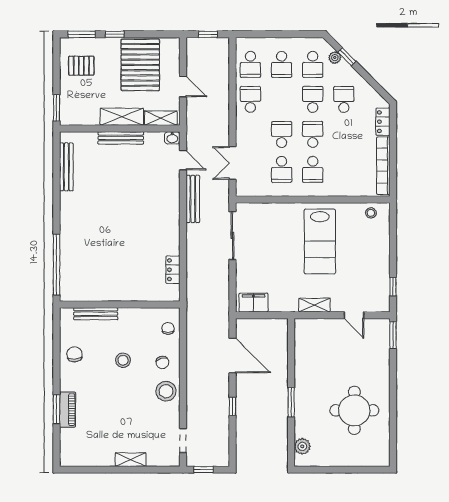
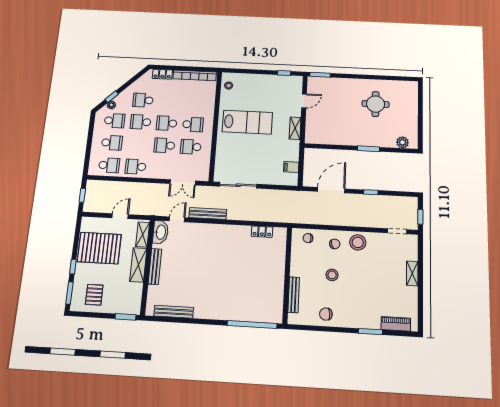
washbasin: (172, 138) -> (160, 232), width x1.91, depth x1.45
school desk: (282, 169) -> (191, 147), turned 180
filing cabinet: (254, 303) -> (291, 167), width x0.50
piano: (68, 410) -> (396, 324), moved
round table: (354, 410) -> (376, 104), width x0.73, depth x0.73

